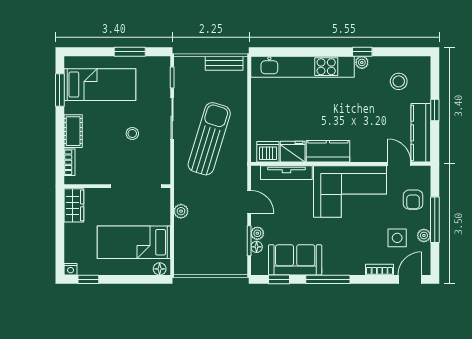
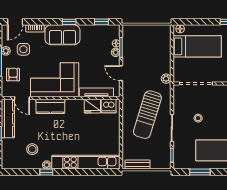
stool: (399, 81) -> (32, 149), moved
kitchen counter: (328, 151) -> (50, 106), moved
plant: (181, 211) -> (166, 79), moved
sofa: (295, 260) -> (63, 35), moved
window: (328, 279) -> (69, 22), width x0.46

